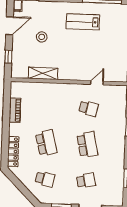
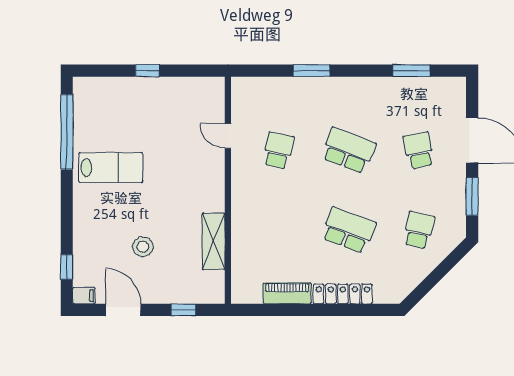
lab bench: (83, 22) -> (111, 168), turned -90
school desk: (46, 143) -> (349, 230), turned 36
school desk: (87, 144) -> (349, 150), turned 33
locker: (13, 151) -> (343, 294), moved

